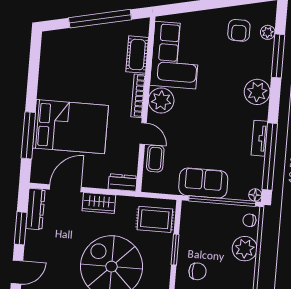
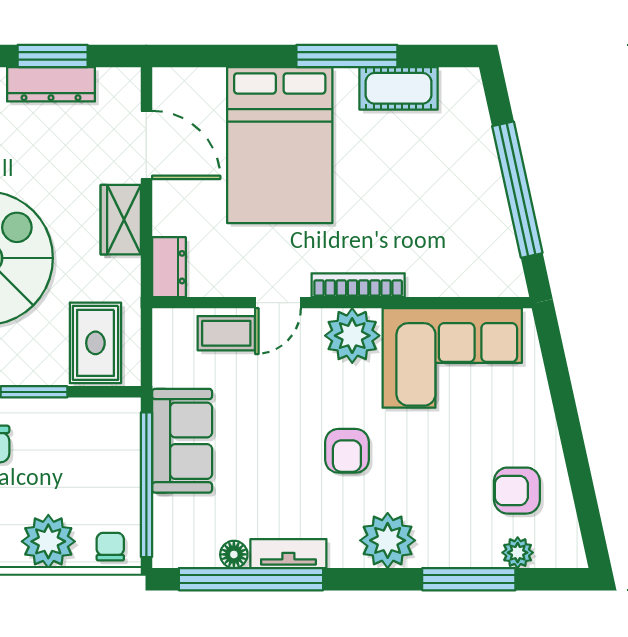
cot: (137, 55) -> (398, 88), moved
armchair: (214, 107) -> (347, 451), added
window: (28, 135) -> (347, 56), moved
floor lamp: (255, 195) -> (234, 554), moved
dresser: (35, 209) -> (51, 84), moved

